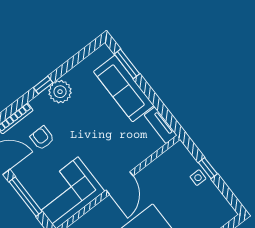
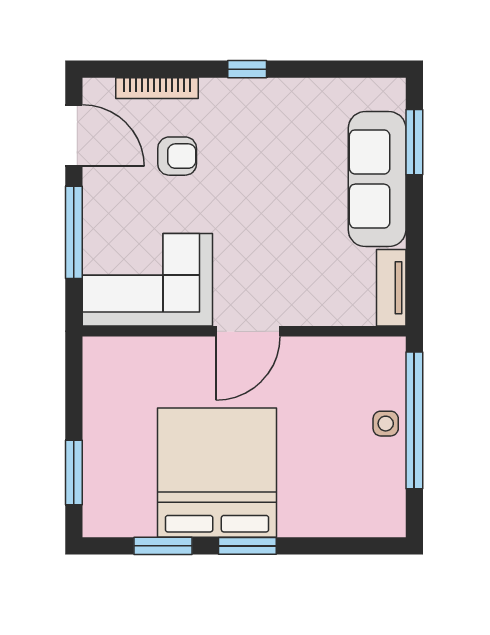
plant: (60, 92) -> (267, 102), removed
armchair: (42, 138) -> (177, 156), turned 90
window: (208, 168) -> (414, 420), width x3.17

